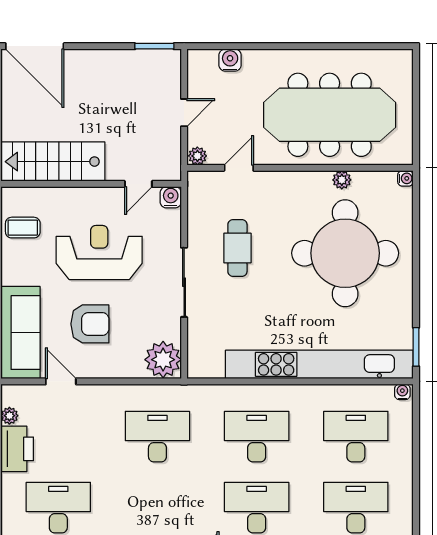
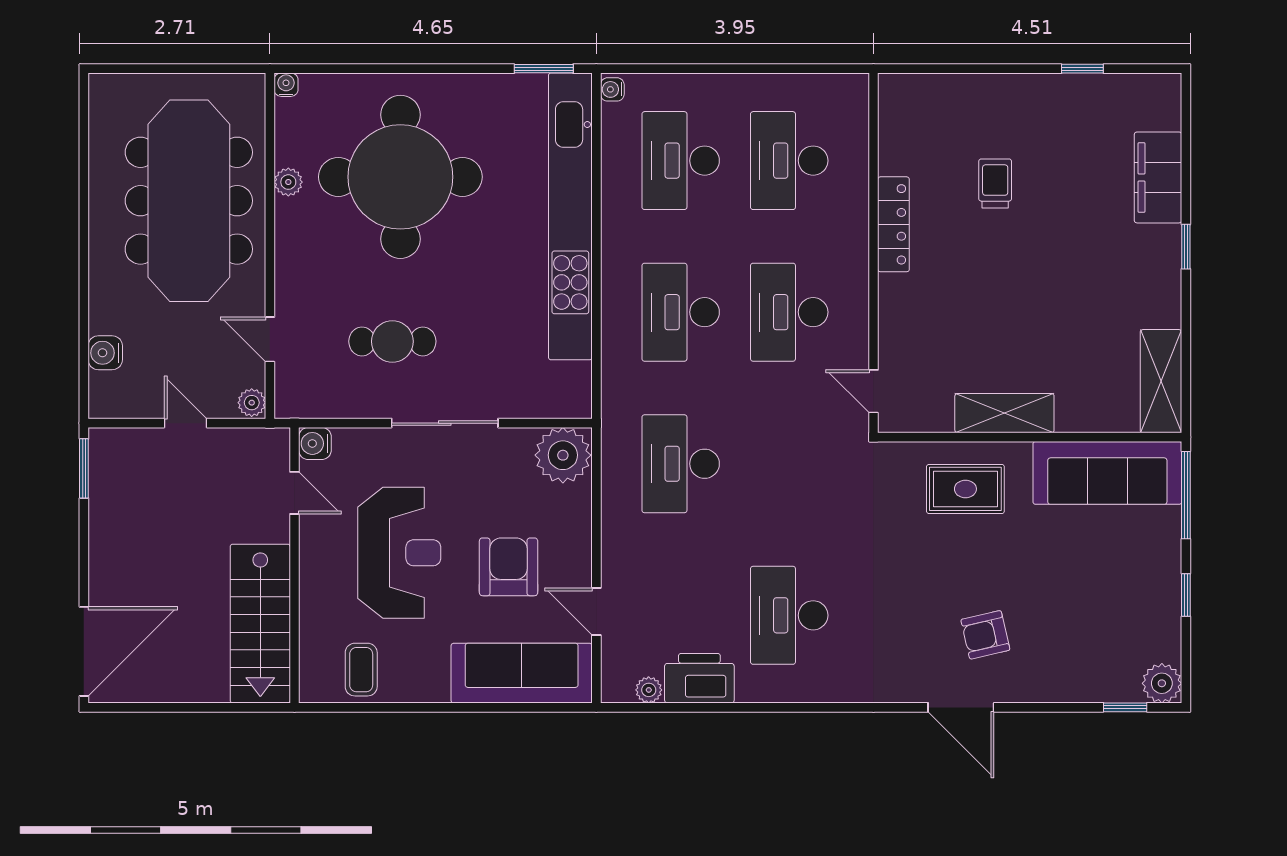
reception desk: (99, 253) -> (399, 553), turned 180
door: (61, 381) -> (596, 611), hinge flipped

